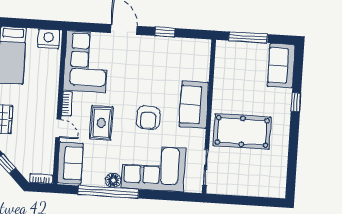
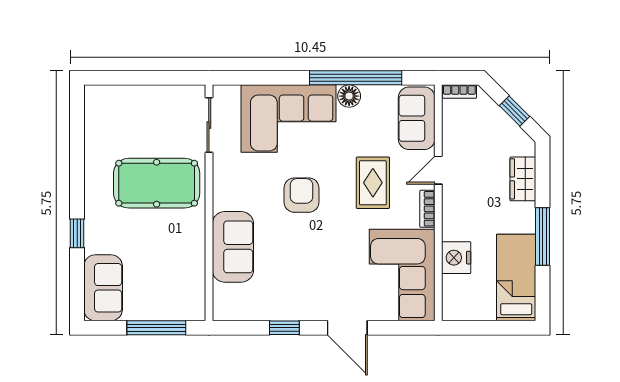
nightstand: (49, 39) -> (456, 258), moved, turned 90
sofa: (194, 105) -> (233, 247), moved
door: (58, 128) -> (438, 170), hinge flipped

